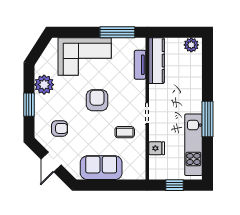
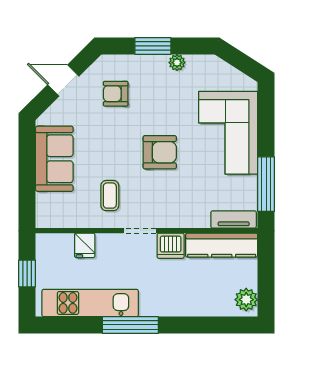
tv unit: (140, 65) -> (234, 219), moved
plant: (44, 85) -> (177, 63), width x0.53, depth x0.53
dishwasher: (157, 93) -> (171, 246), added
armchair: (60, 128) -> (116, 94), turned 90

